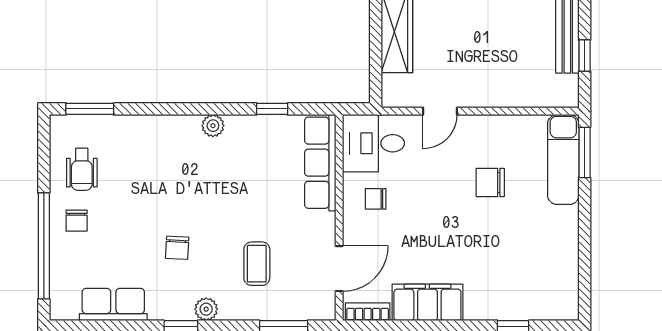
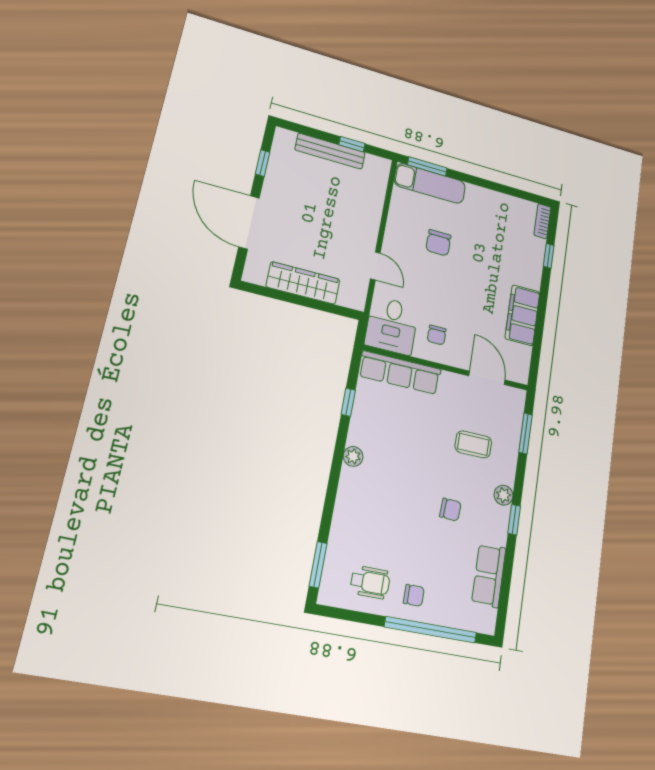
bookcase: (368, 312) -> (542, 221), moved

